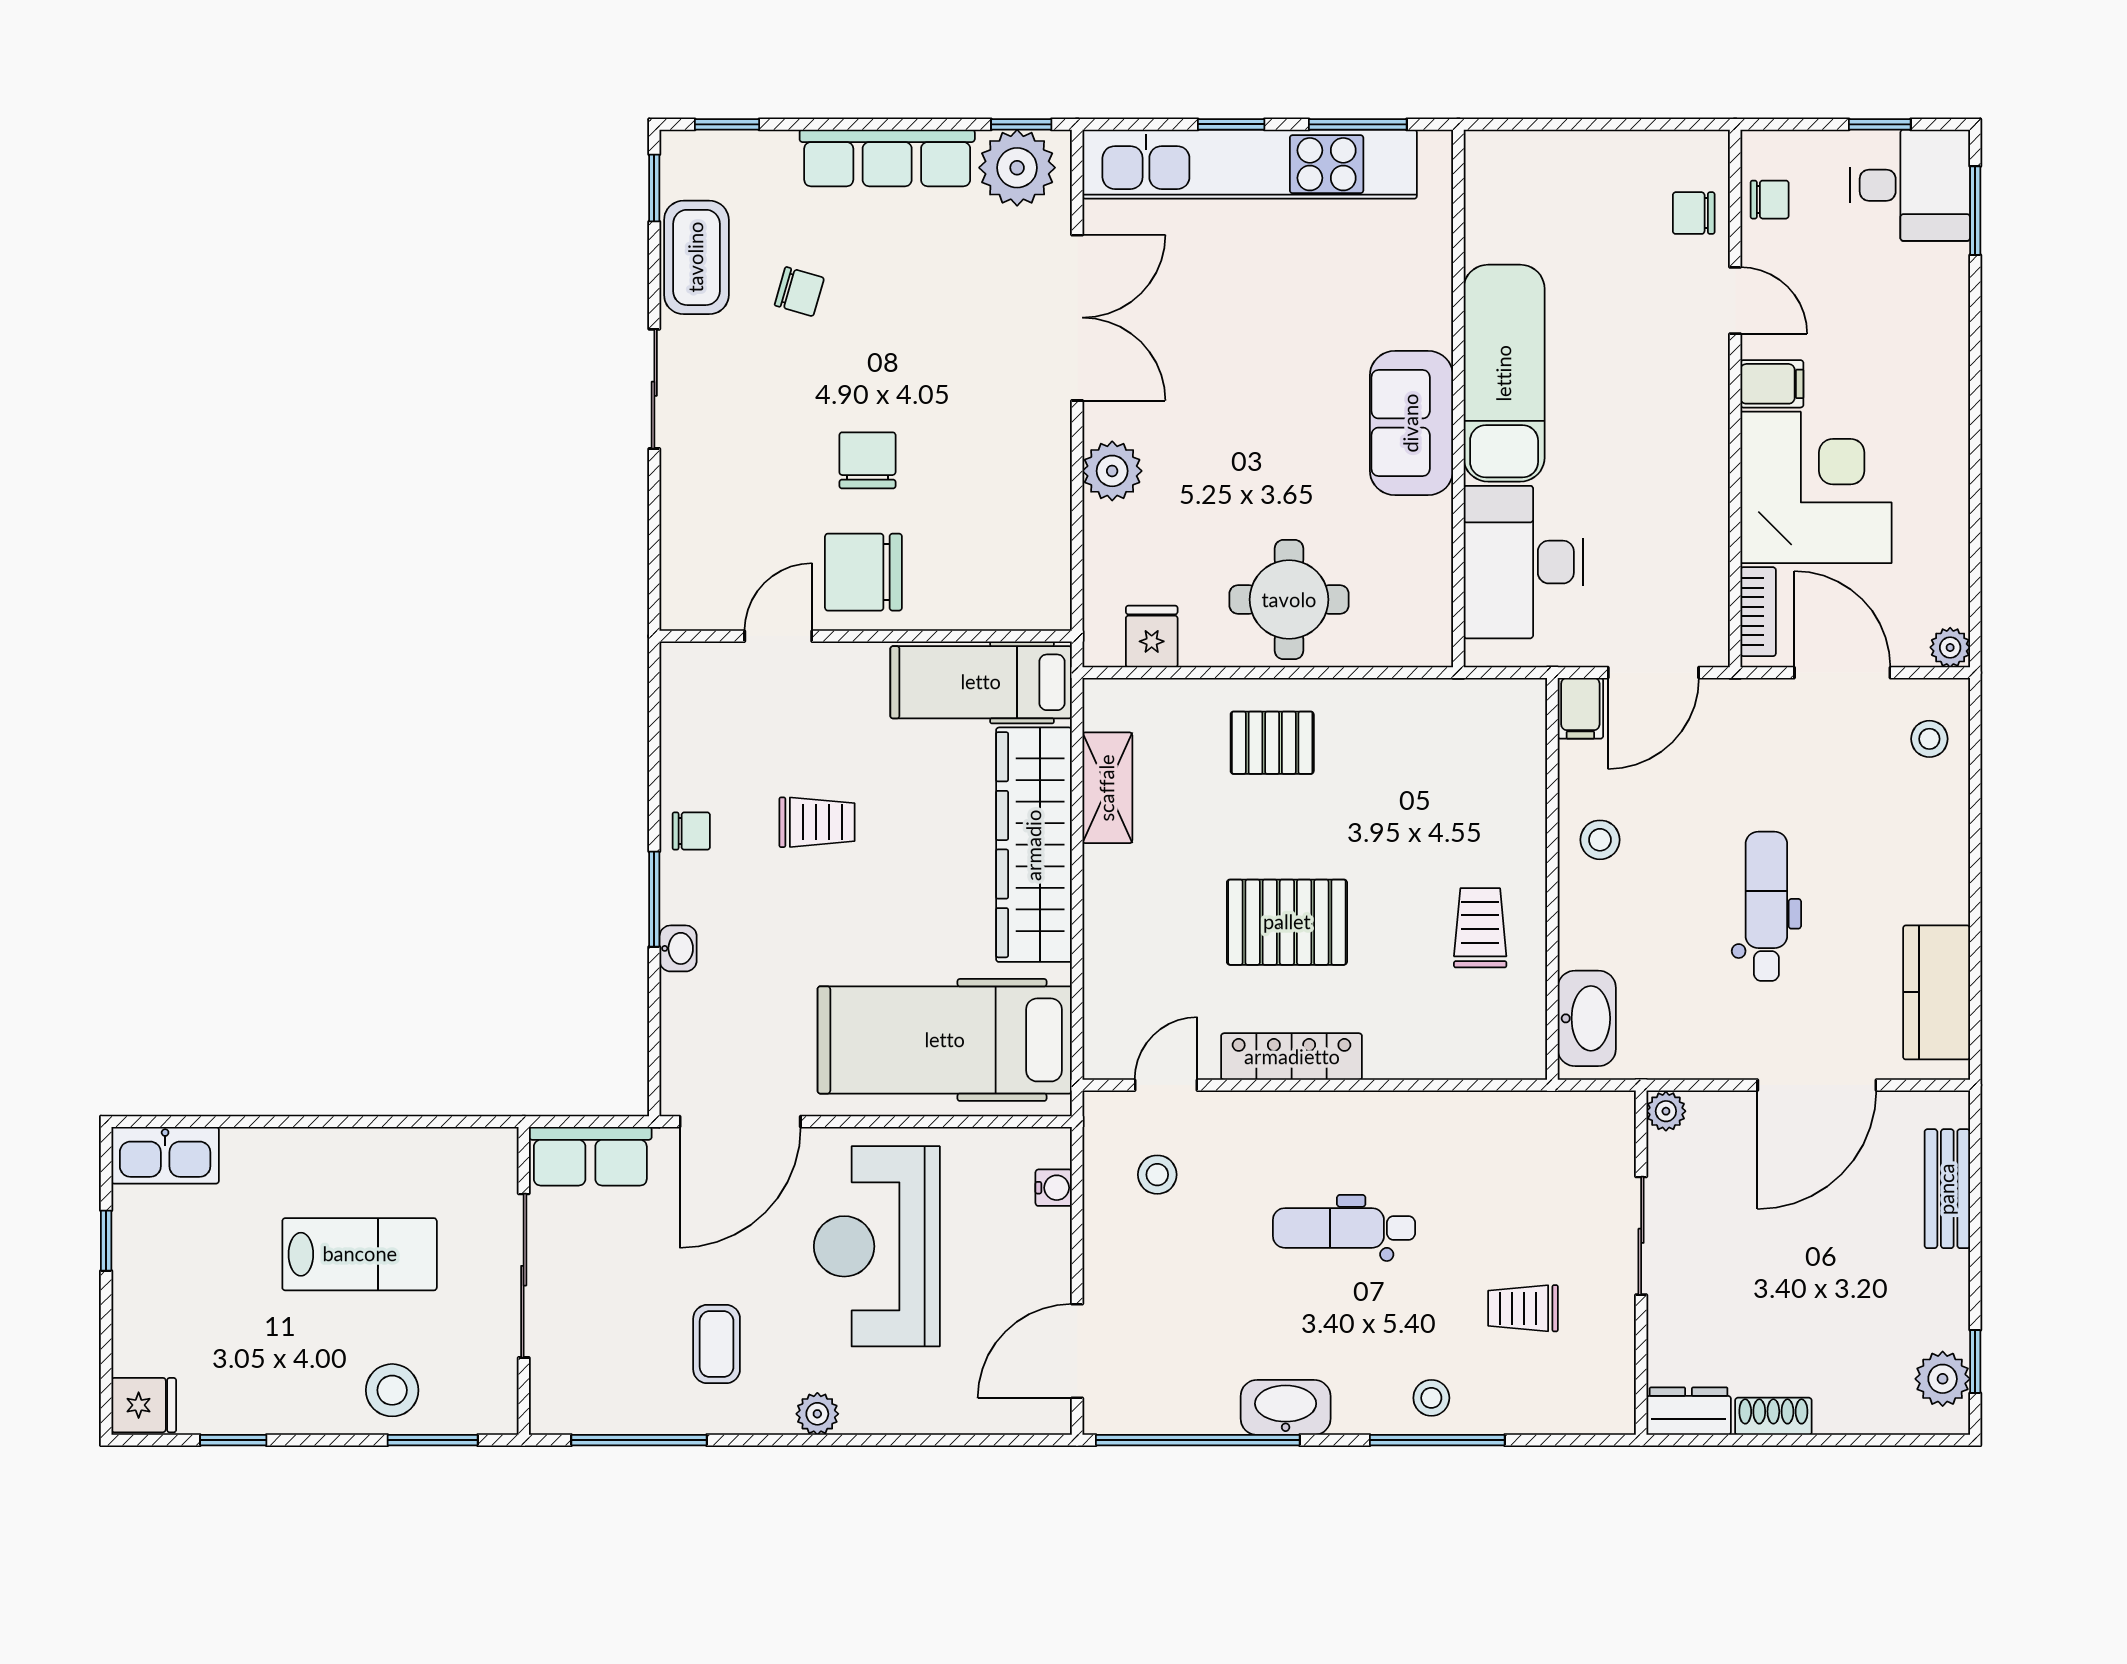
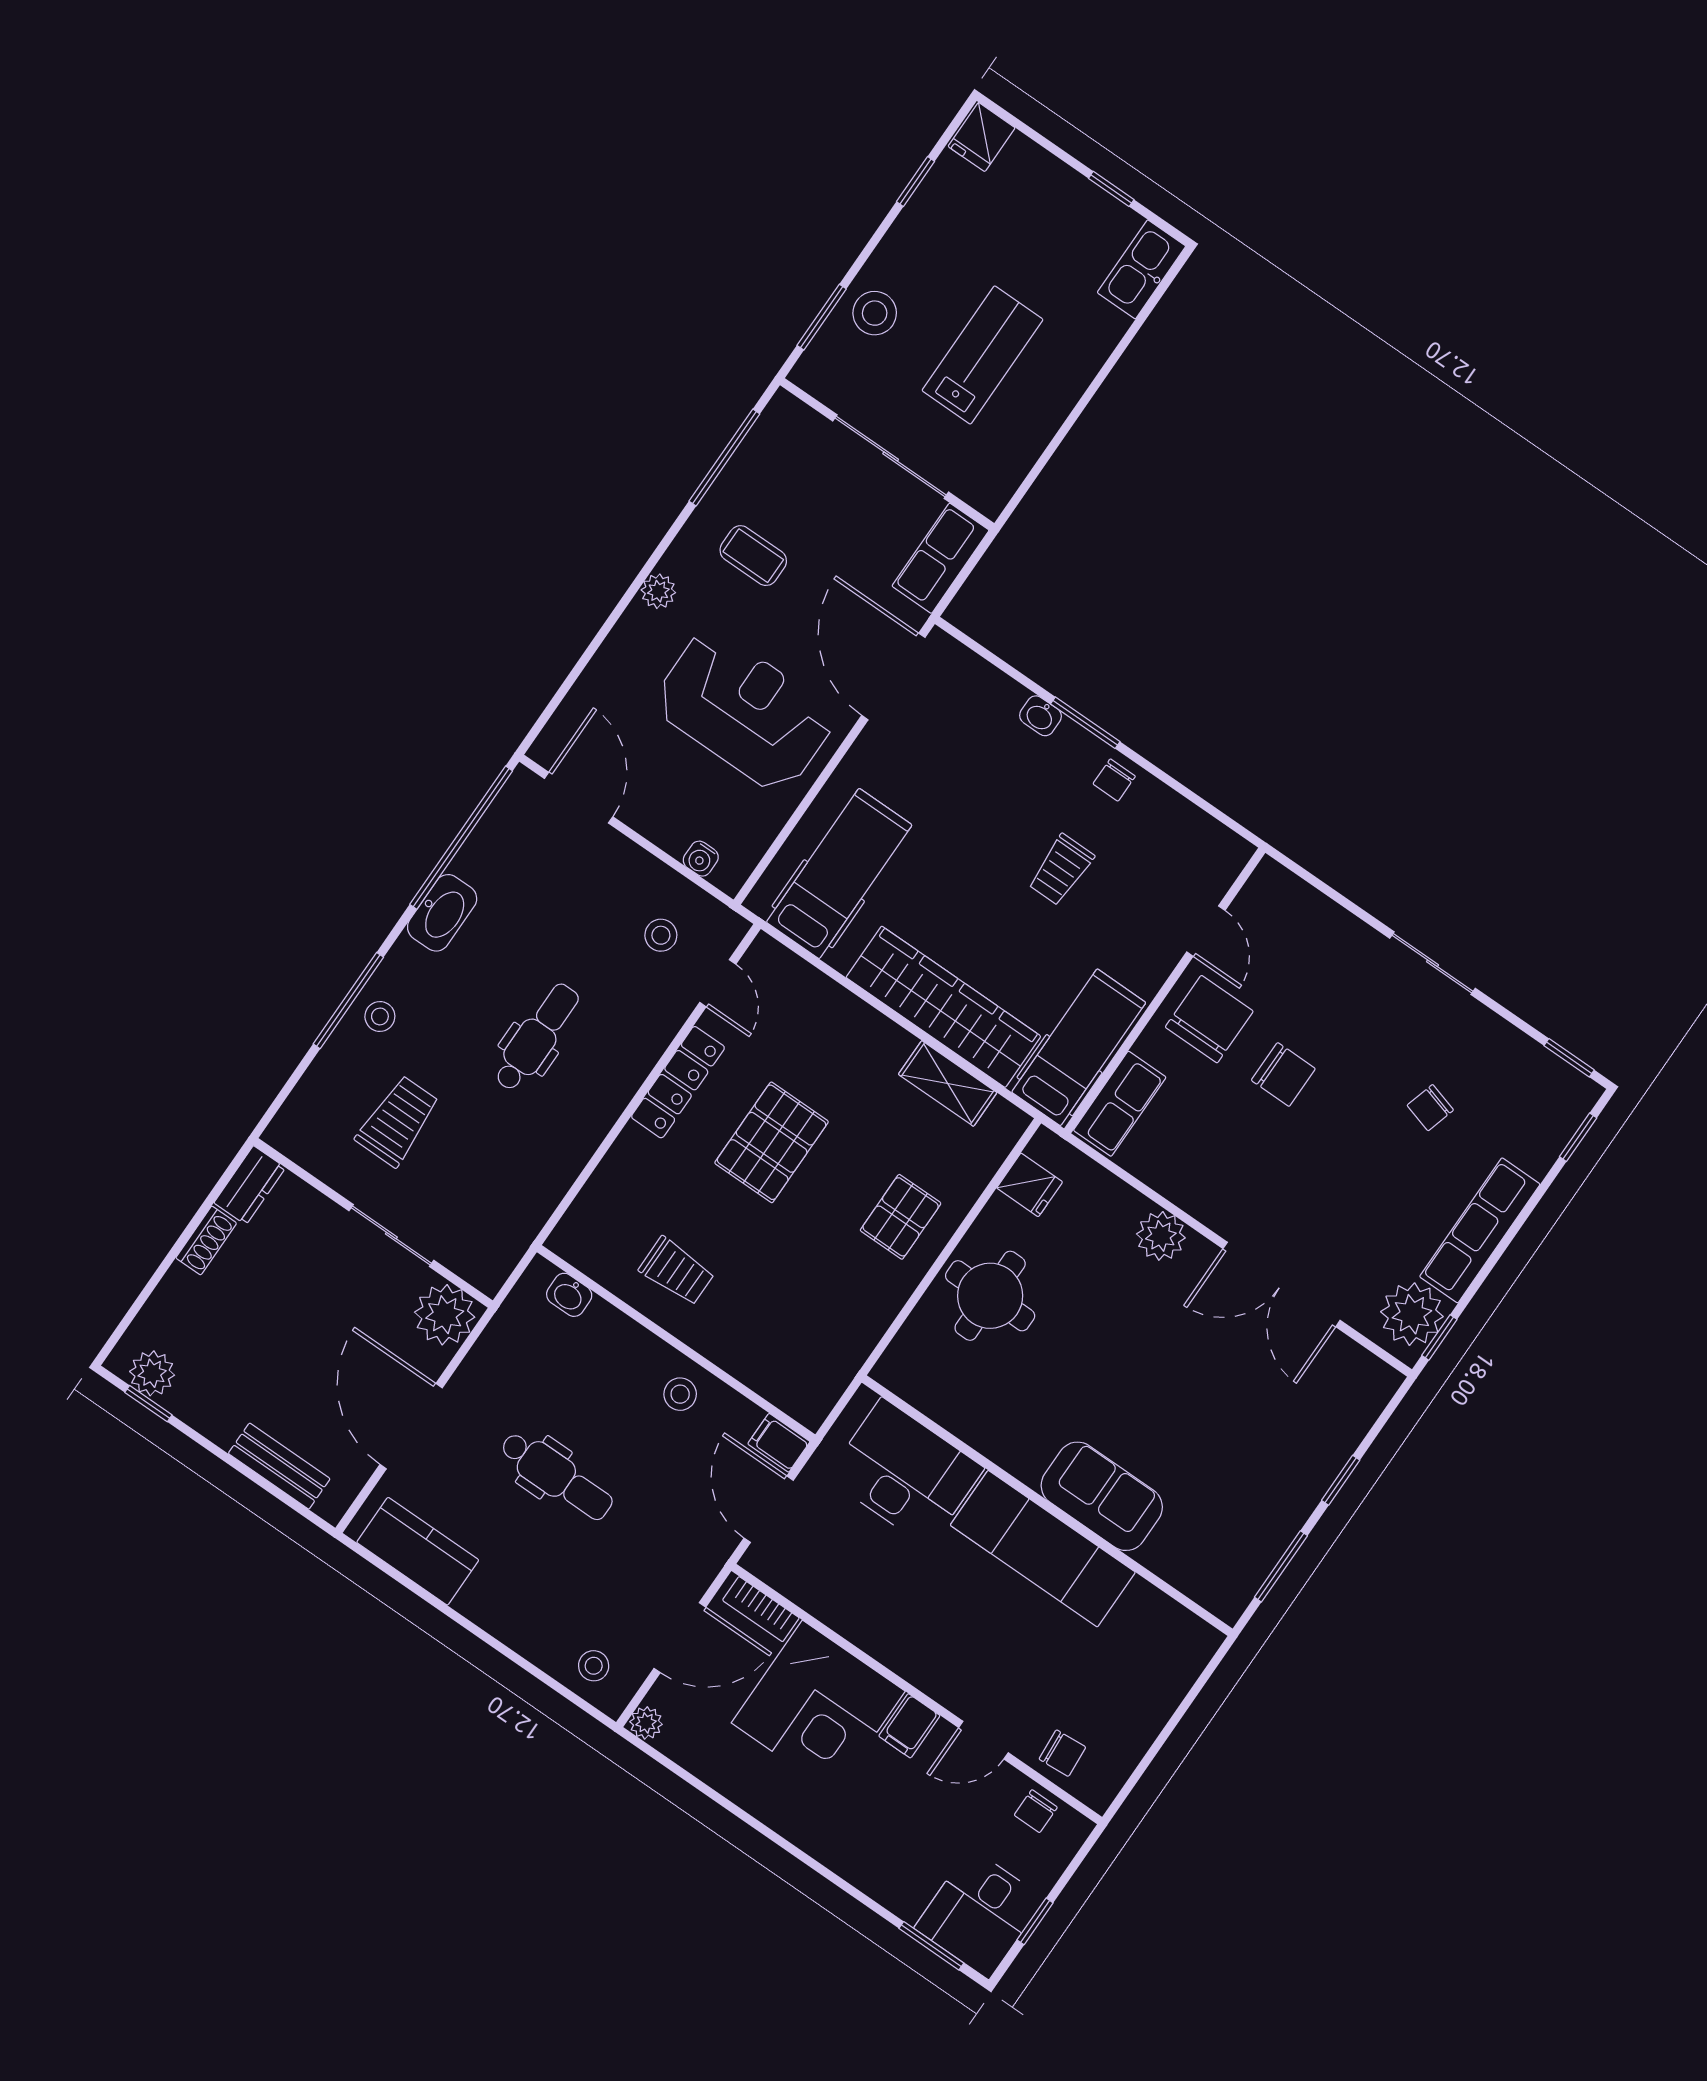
kitchen unit: (1250, 164) -> (1305, 1474), removed
chair: (1694, 213) -> (1062, 1753), turned 86
coffee table: (696, 257) -> (1502, 1054), removed
sofa: (1411, 423) -> (1102, 1496), moved
row of seats: (1009, 603) -> (1120, 1104), added
washbasin: (1587, 1018) -> (569, 1295), width x0.52, depth x0.69
hospital bed: (945, 1040) -> (839, 874), width x0.73, depth x0.78
plant: (1666, 1111) -> (445, 1315), width x1.87, depth x1.87
lab bench: (360, 1254) -> (982, 355), turned 180
trolley: (1523, 1308) -> (398, 1121), width x1.36, depth x1.39

